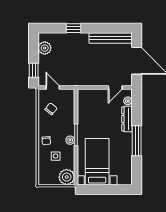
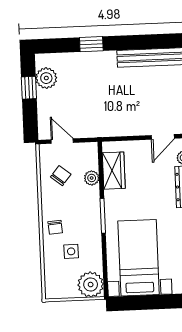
window: (34, 70) -> (29, 88), moved
wardrobe: (84, 107) -> (114, 171), added
plant: (70, 140) -> (92, 178), moved

